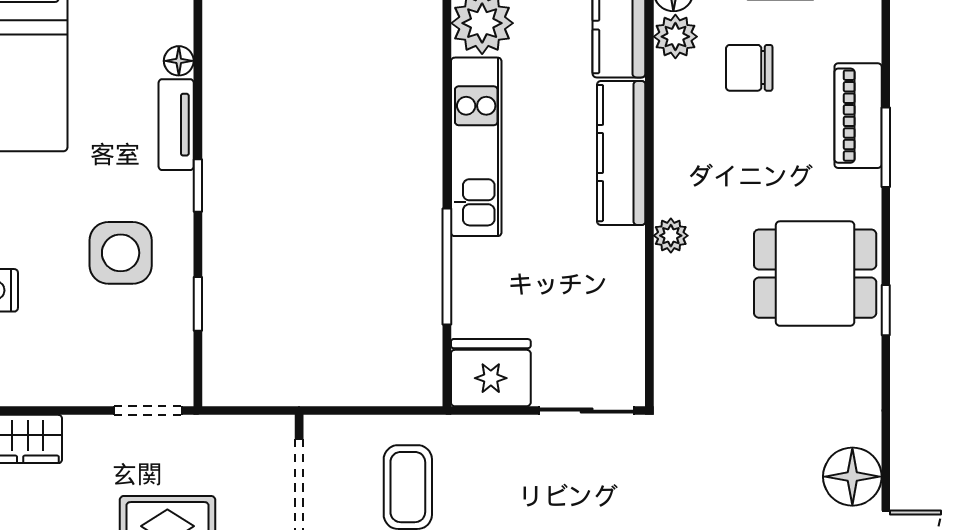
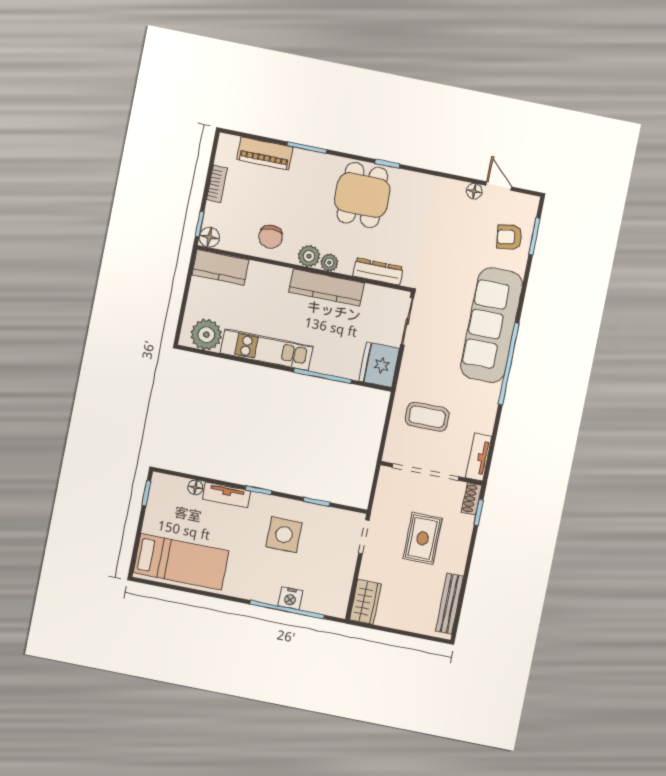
plant: (675, 37) -> (309, 256), moved
chair: (749, 68) -> (271, 237), moved
piano: (858, 116) -> (265, 153), moved
kitchen counter: (621, 153) -> (327, 287), moved
dresser: (672, 334) -> (378, 272), added
floor lamp: (852, 477) -> (474, 191), width x0.53, depth x0.53

